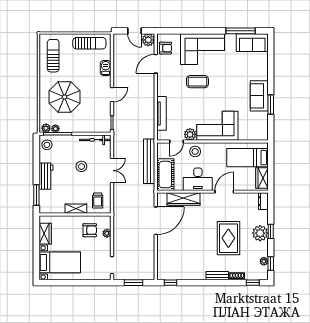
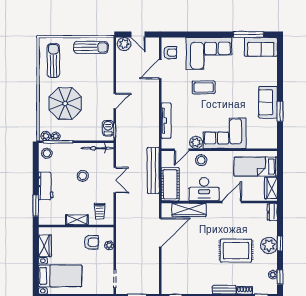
plant: (148, 40) -> (124, 44), moved
barbecue: (106, 68) -> (108, 128), moved
rug: (228, 238) -> (236, 251), turned 90

